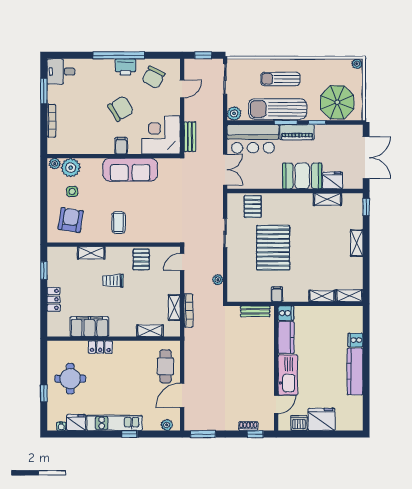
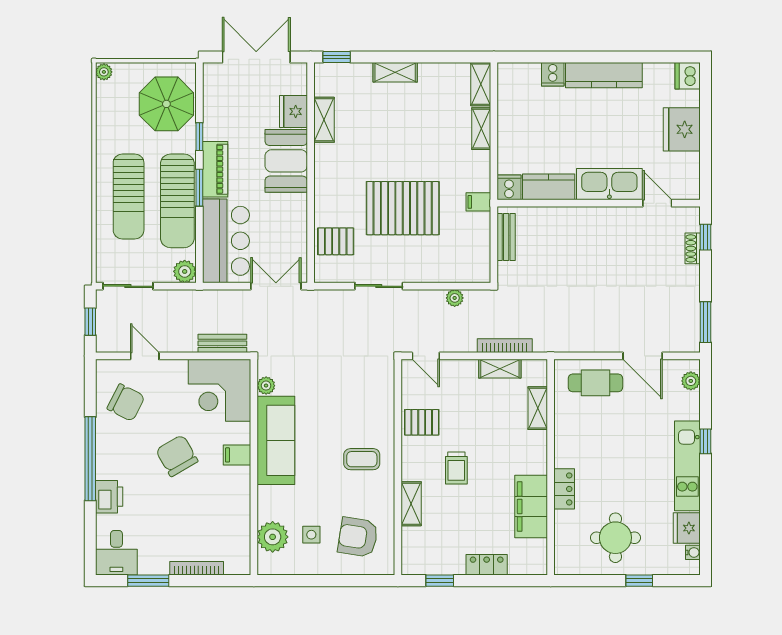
printer: (125, 67) -> (109, 497), moved
sun lounger: (280, 79) -> (129, 196), width x1.36, depth x1.34
plant: (55, 164) -> (266, 386), moved
dishwasher: (299, 423) -> (688, 76), moved

